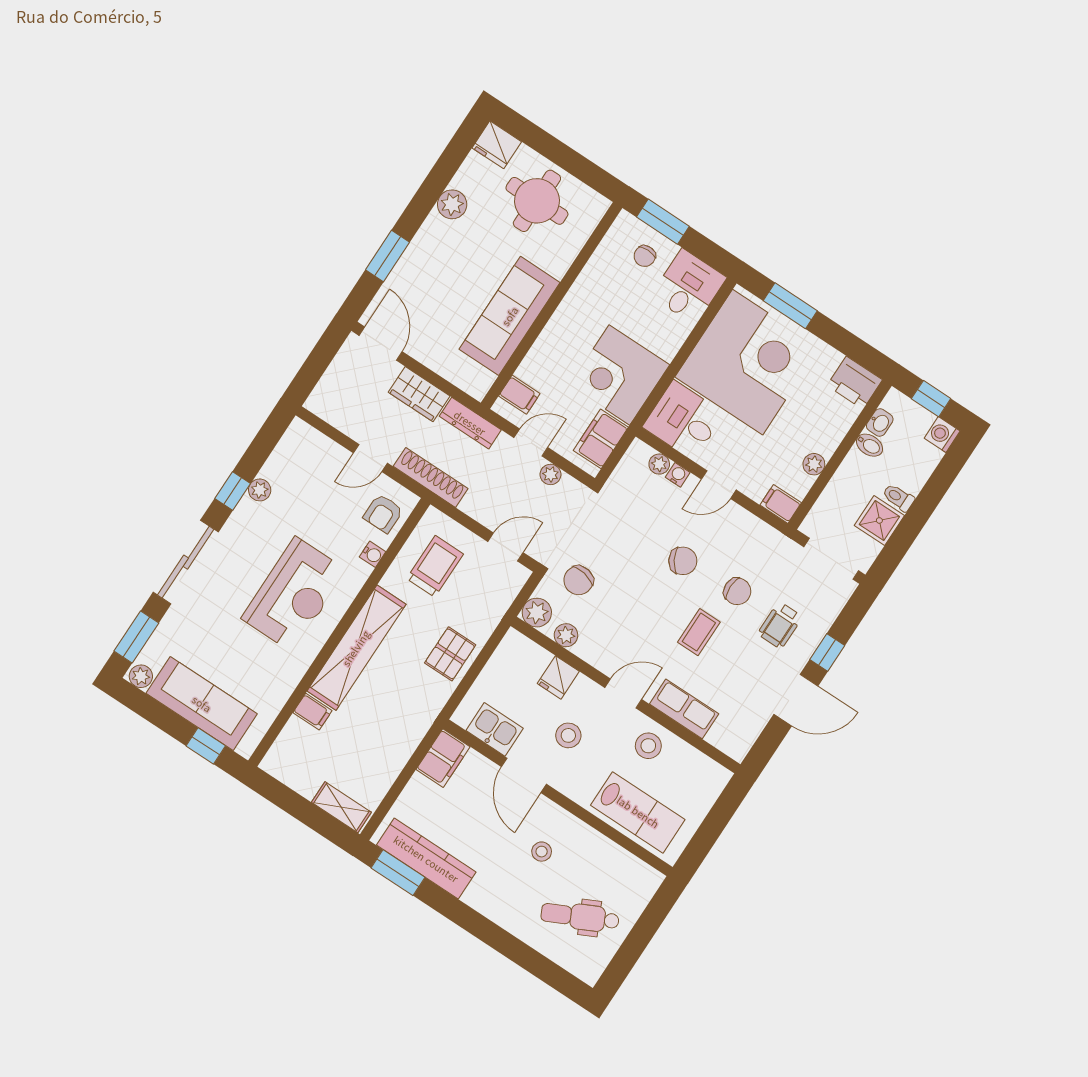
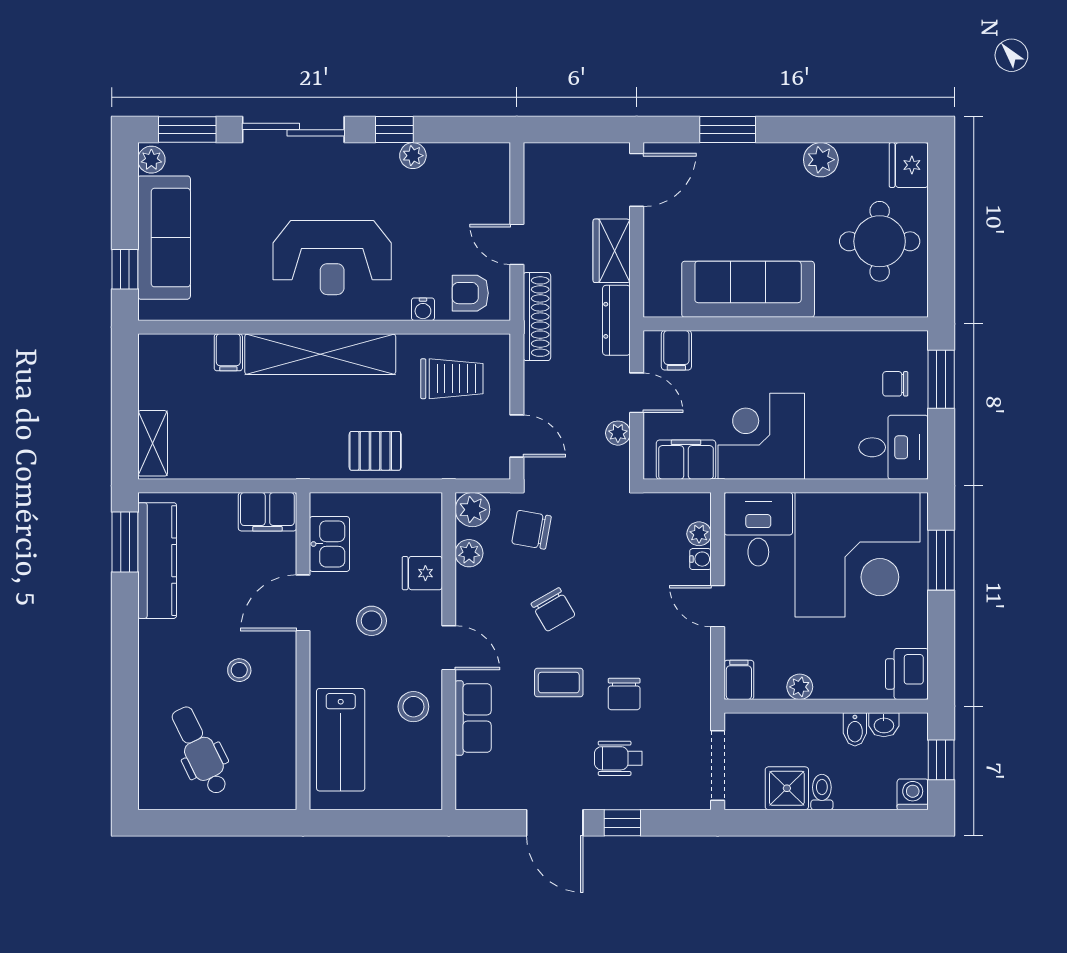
chair: (683, 561) -> (553, 610), moved

